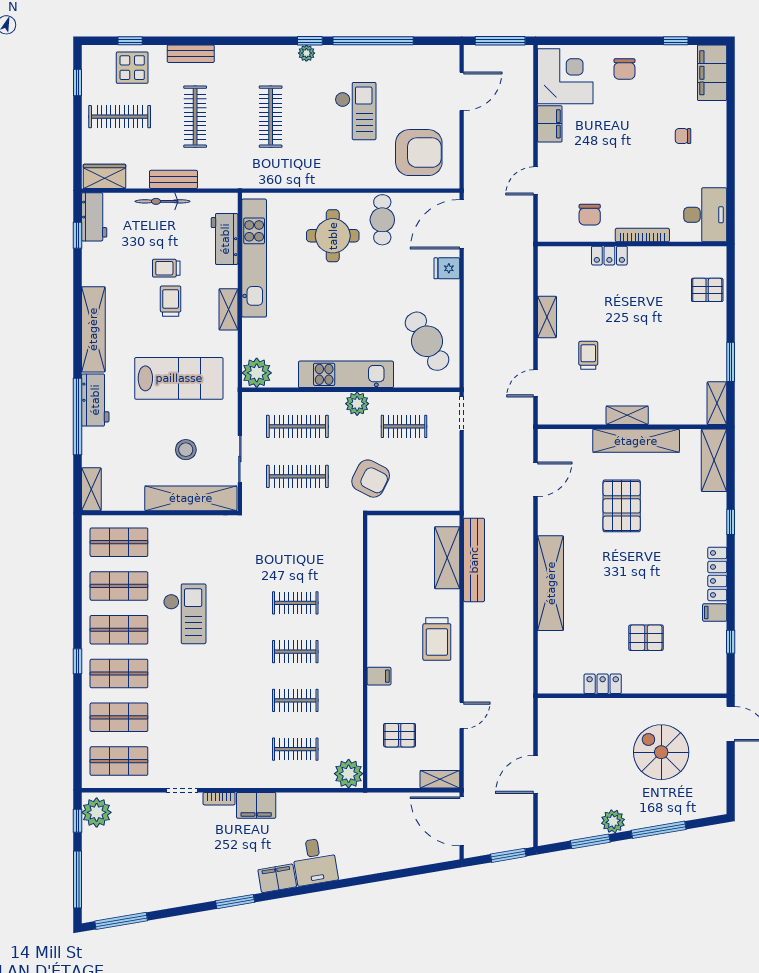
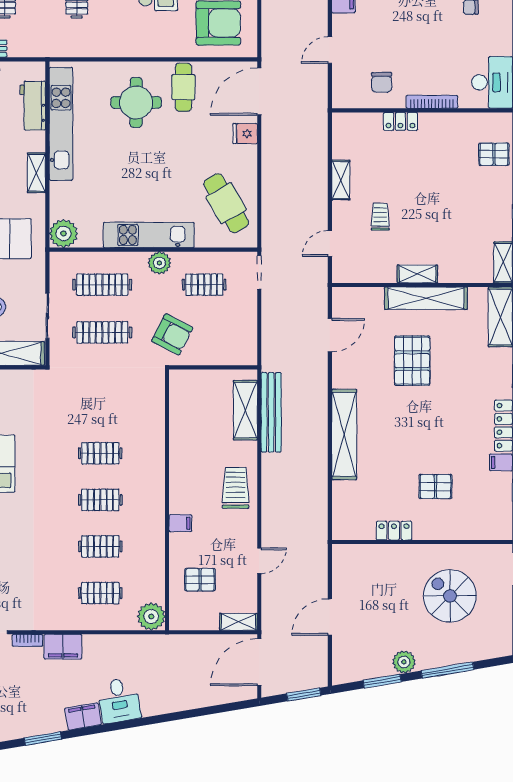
trolley: (437, 639) -> (236, 488), turned 180
door: (462, 821) -> (259, 662), hinge flipped

